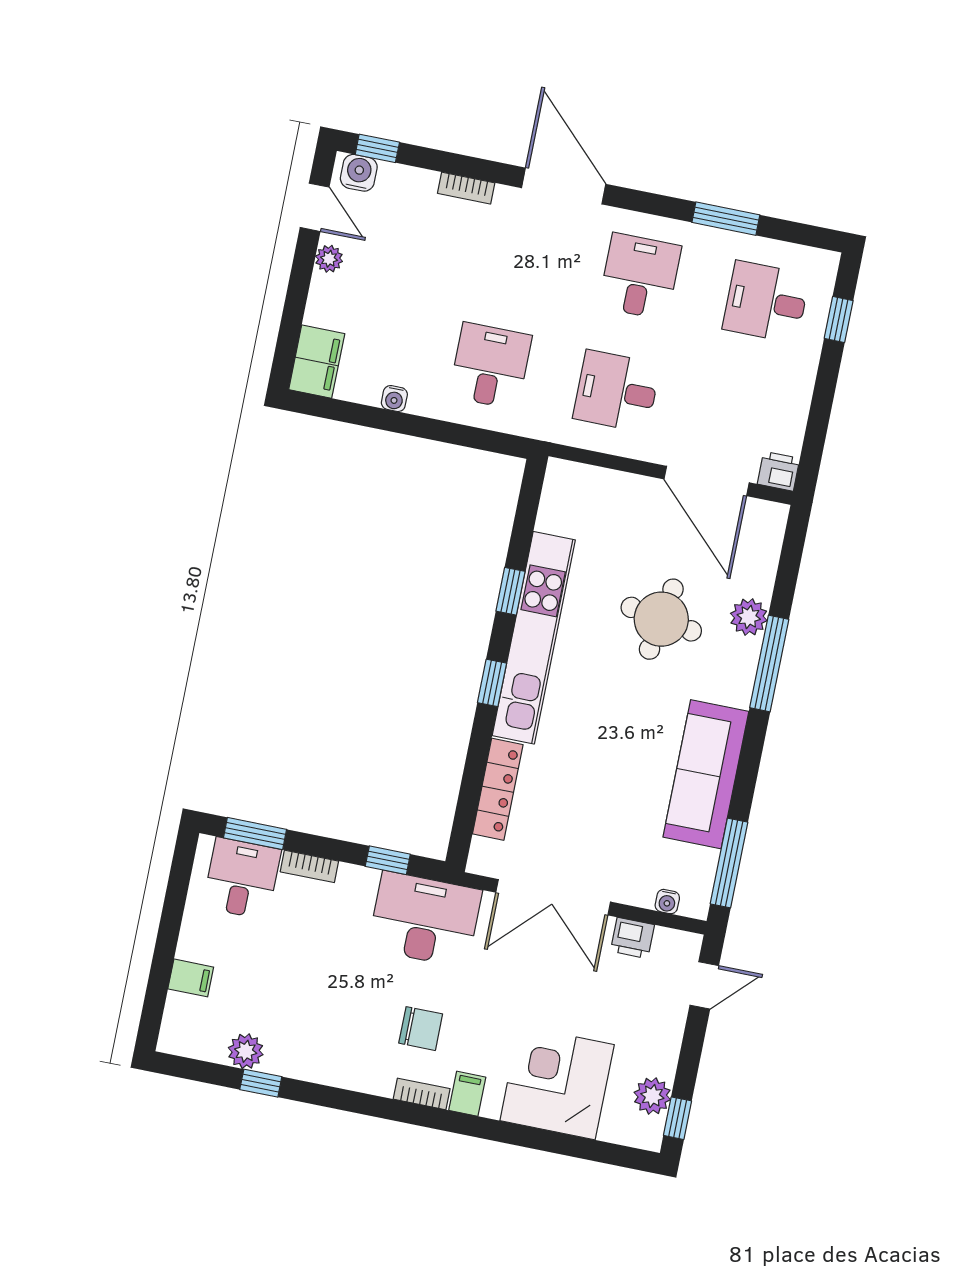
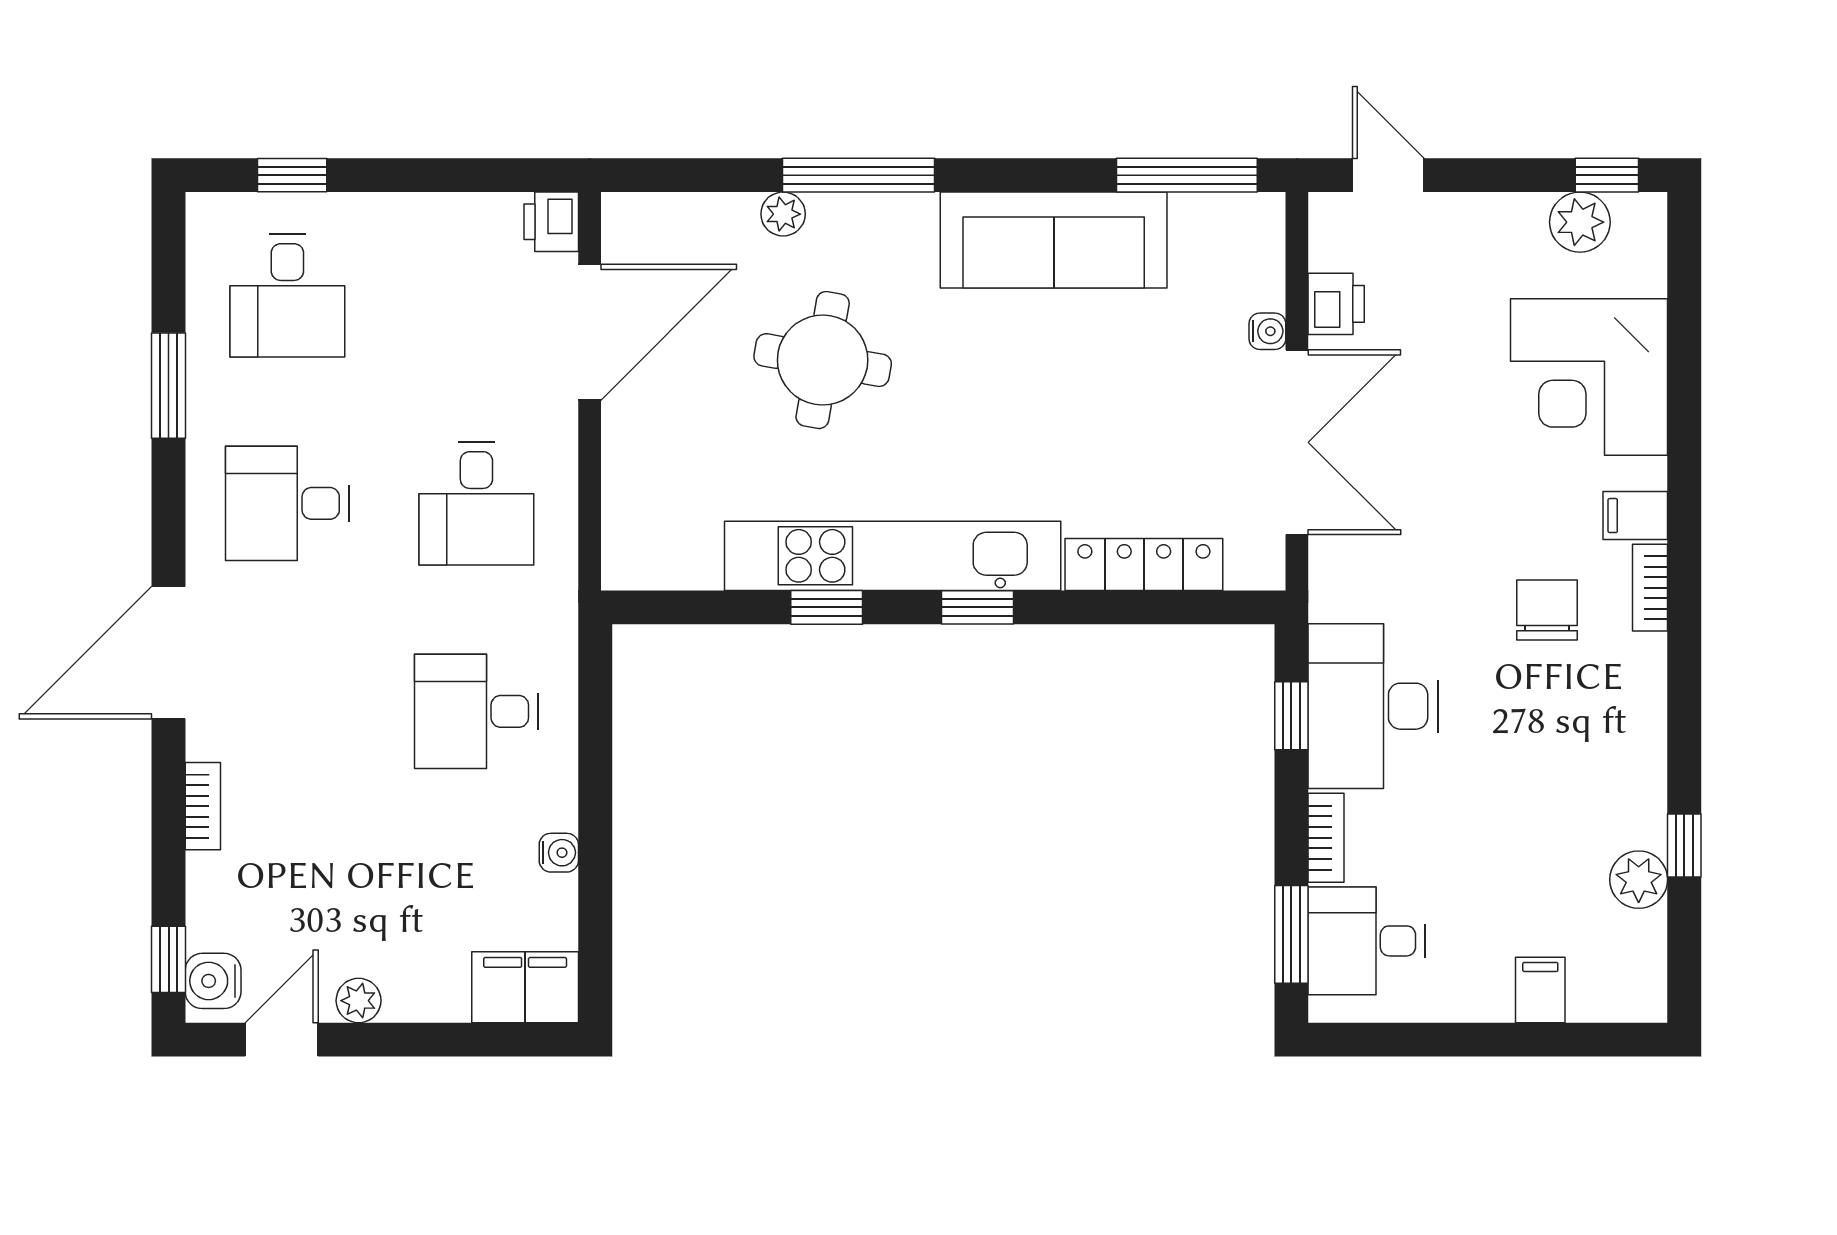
plant: (749, 617) -> (783, 214), width x0.73, depth x0.73
water cooler: (667, 902) -> (1267, 331), moved
desk: (425, 919) -> (1373, 706), moved

